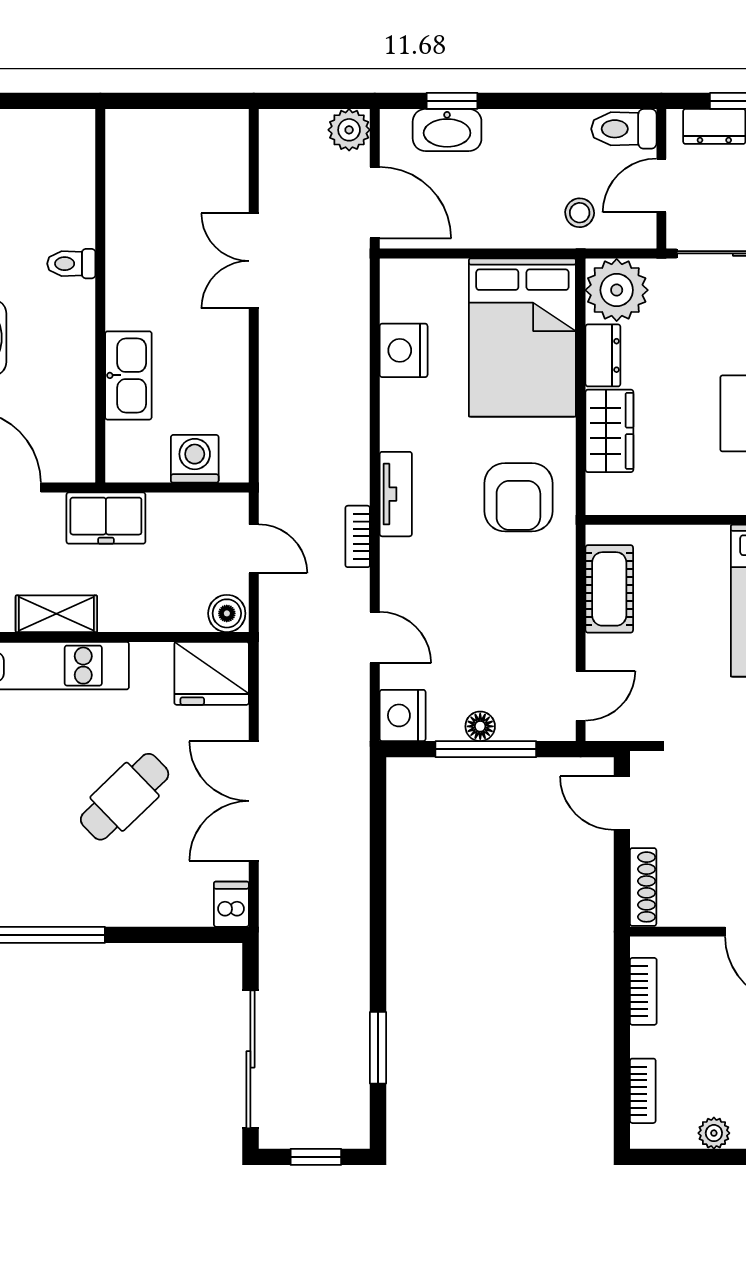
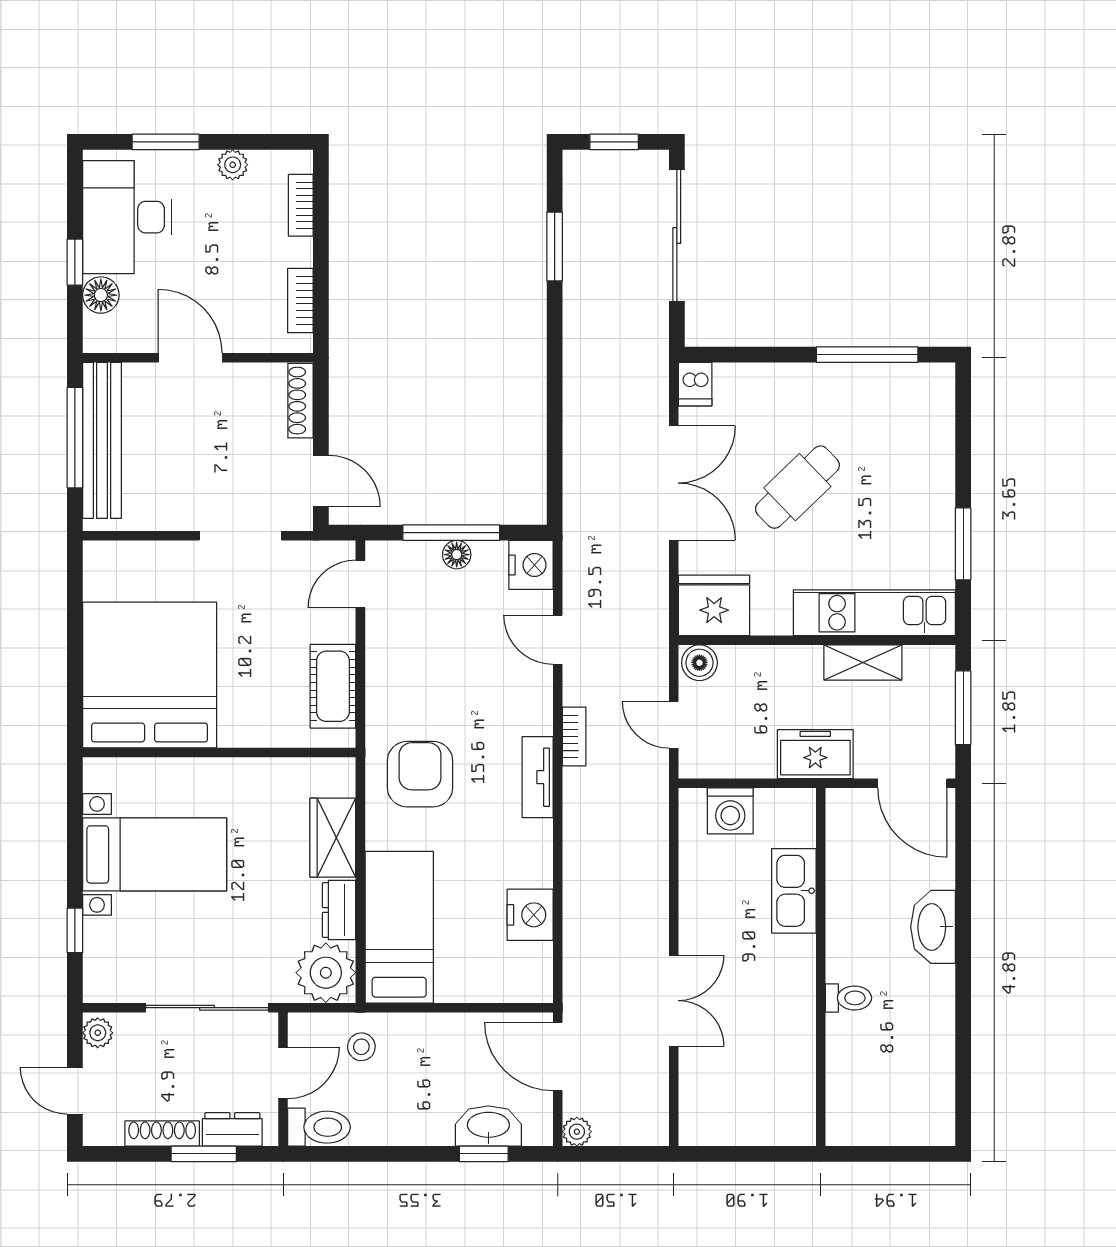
plant: (349, 130) -> (577, 1132), width x0.73, depth x0.73
bed: (522, 337) -> (399, 927), width x0.67

